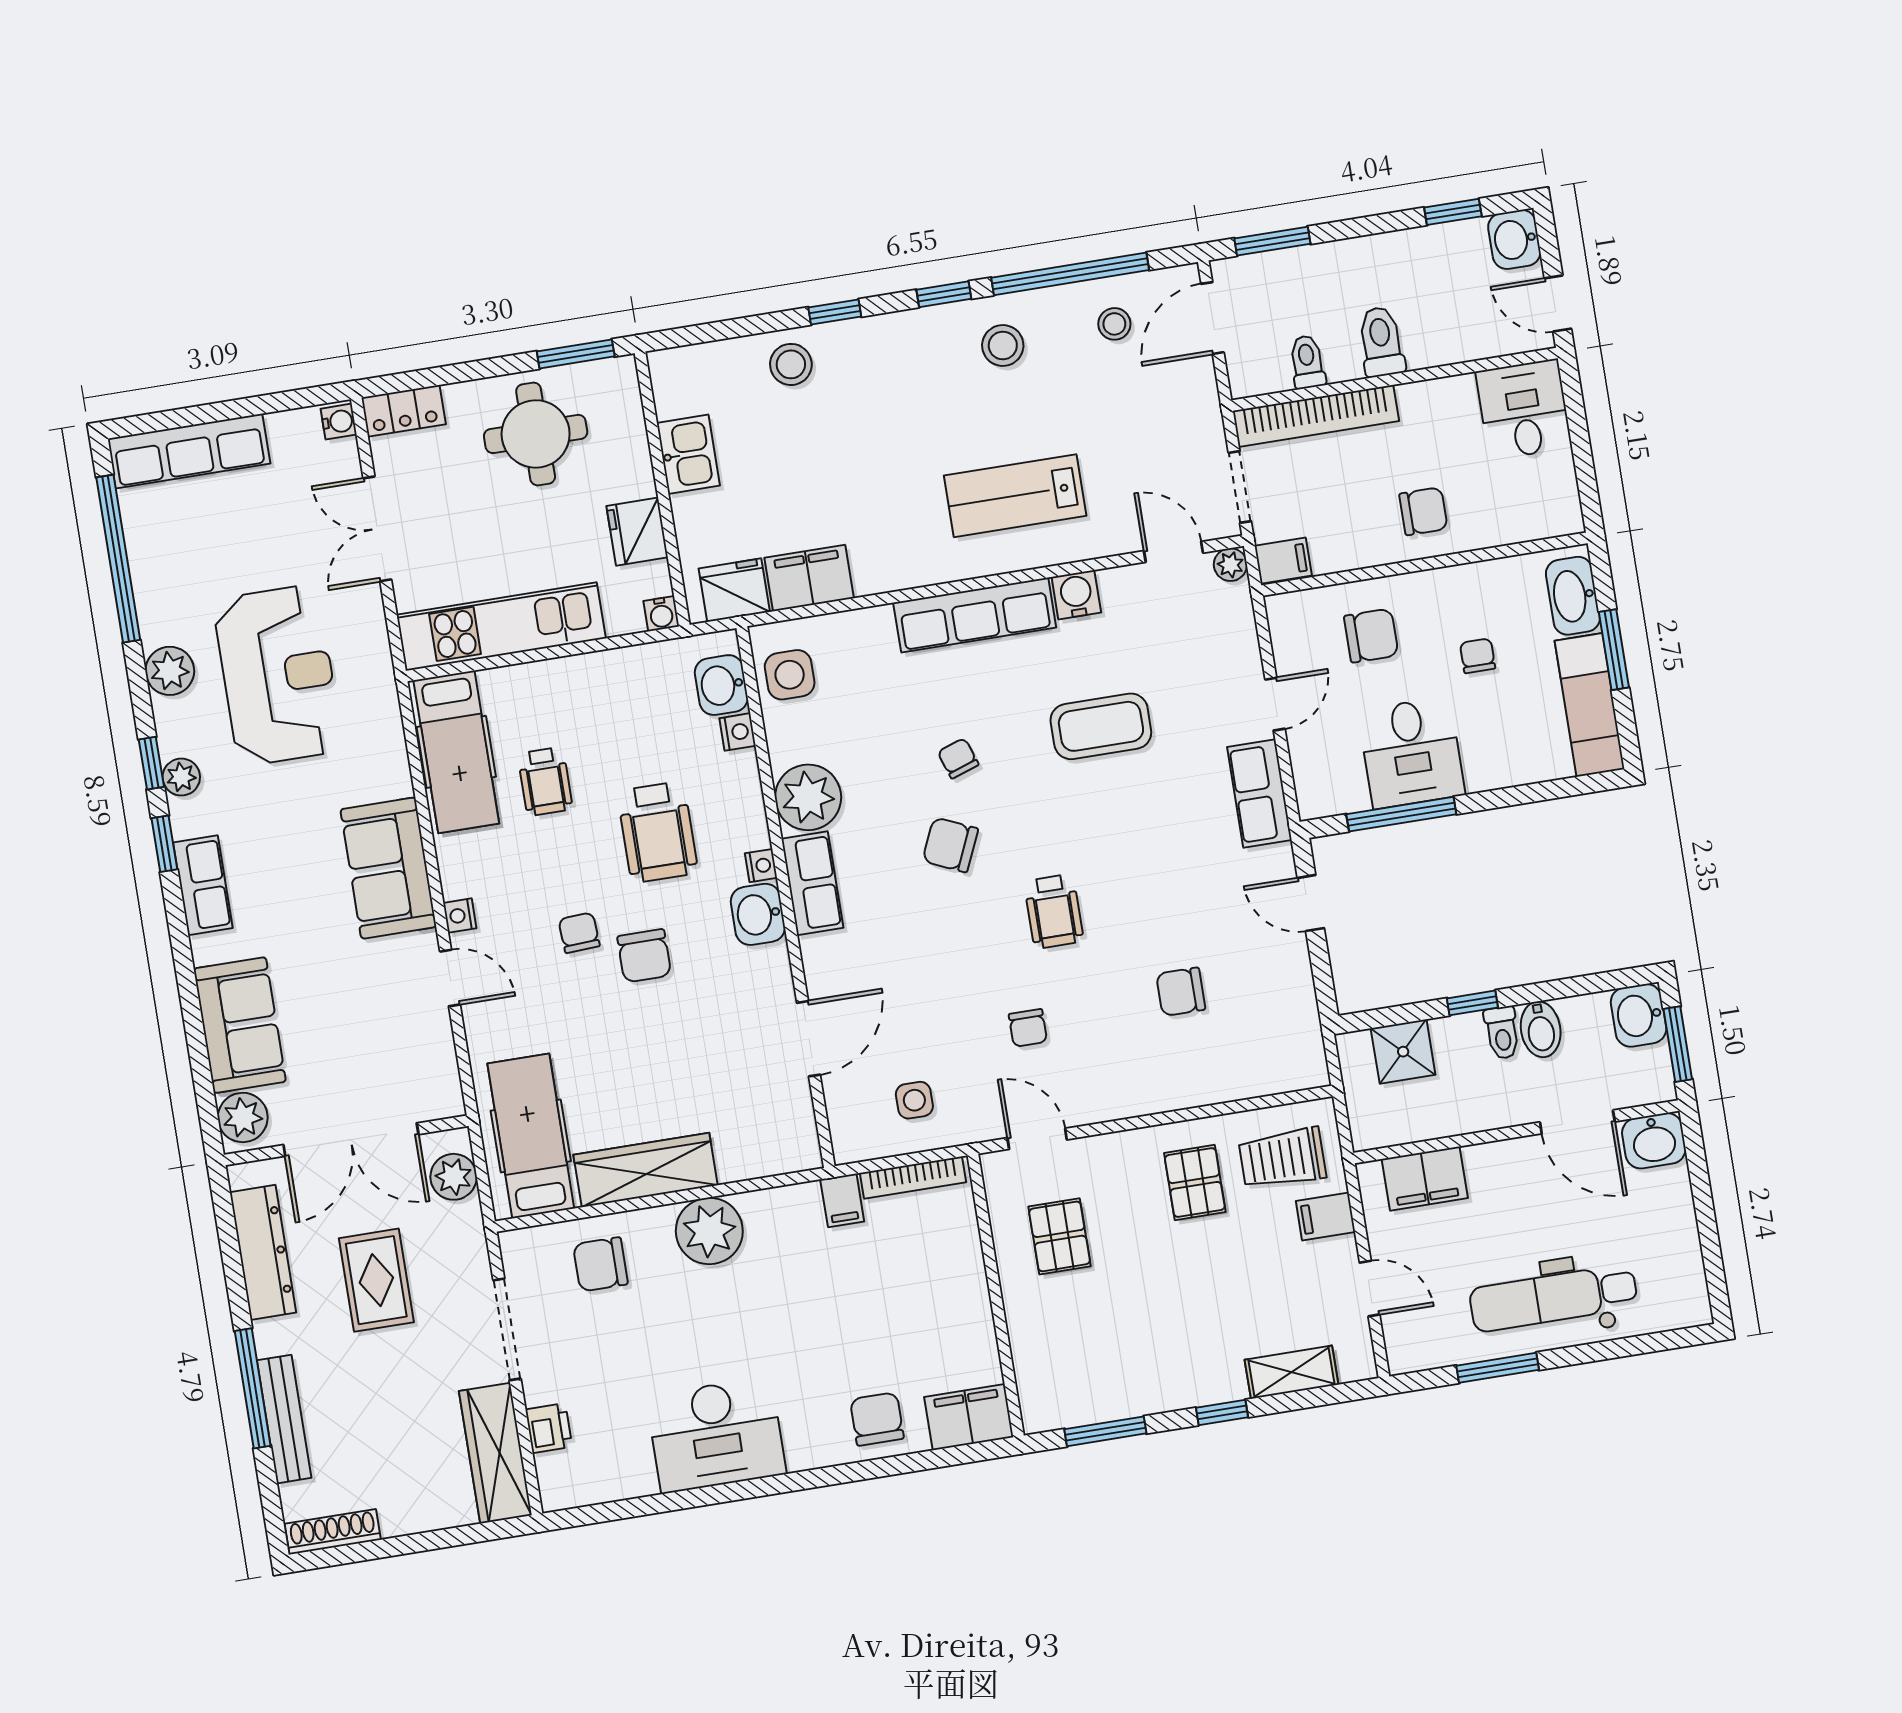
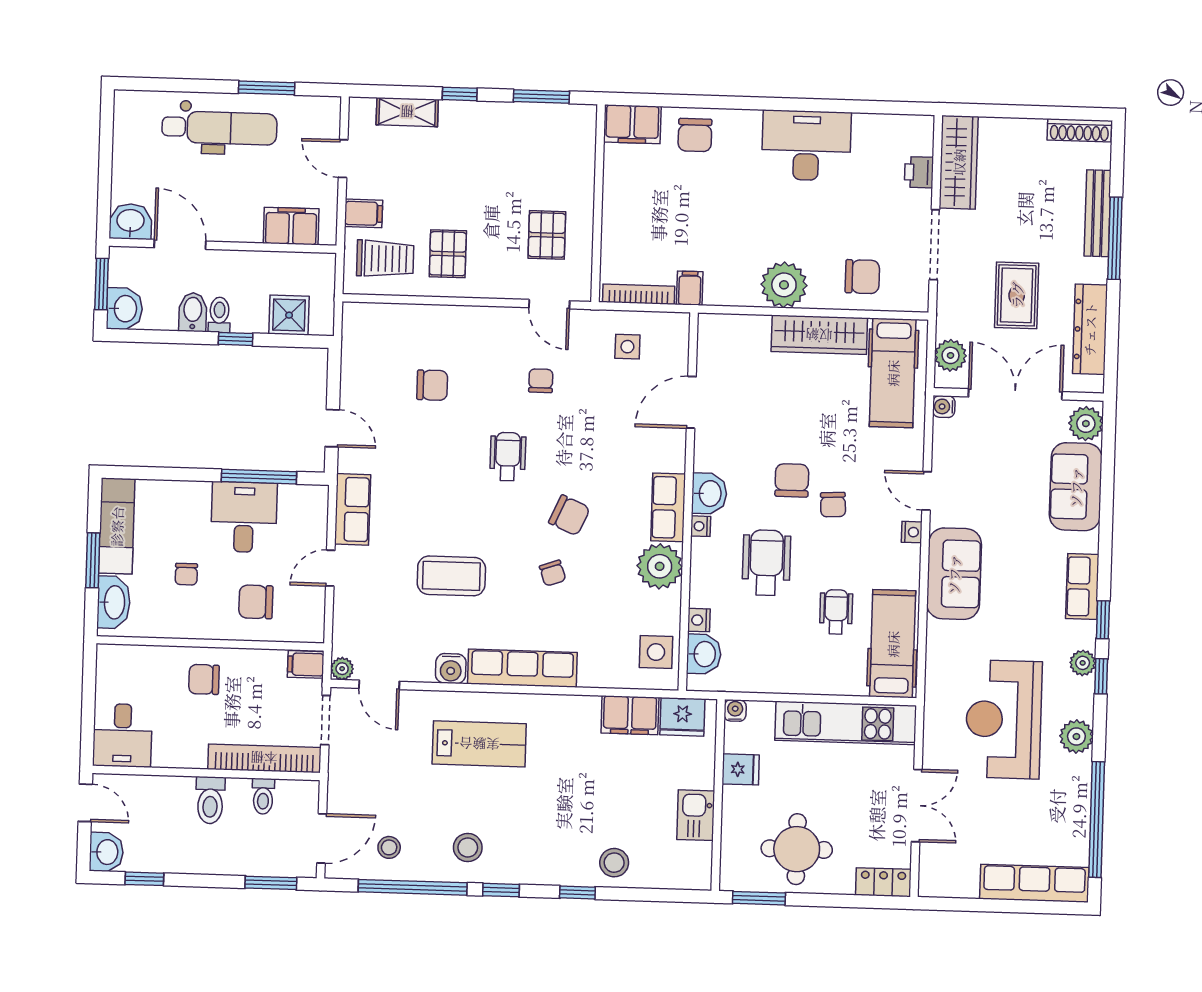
water cooler: (339, 422) -> (944, 407), moved
fridge: (637, 532) -> (741, 769), width x0.72

